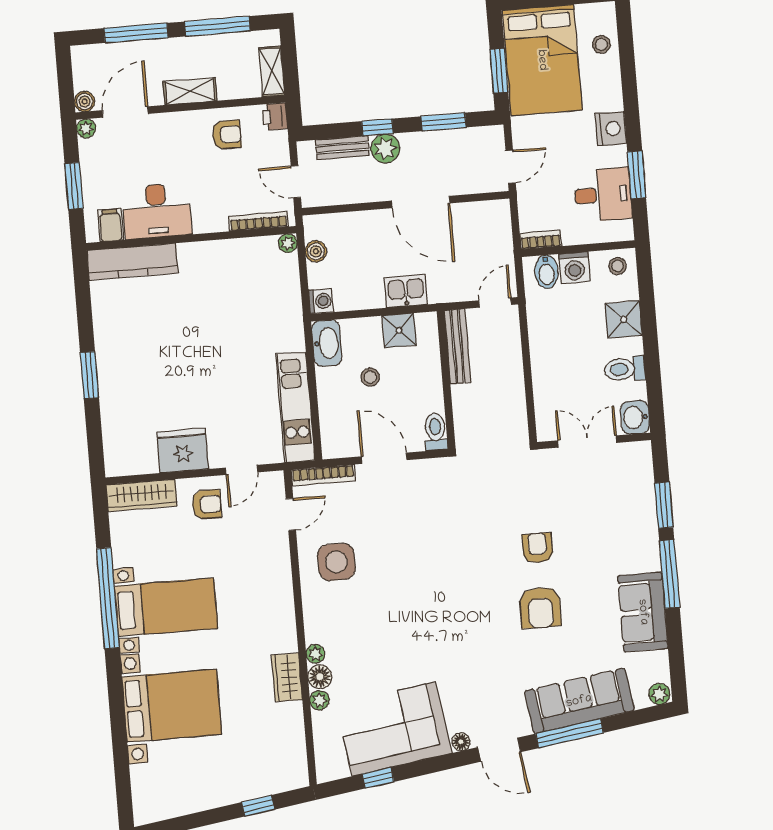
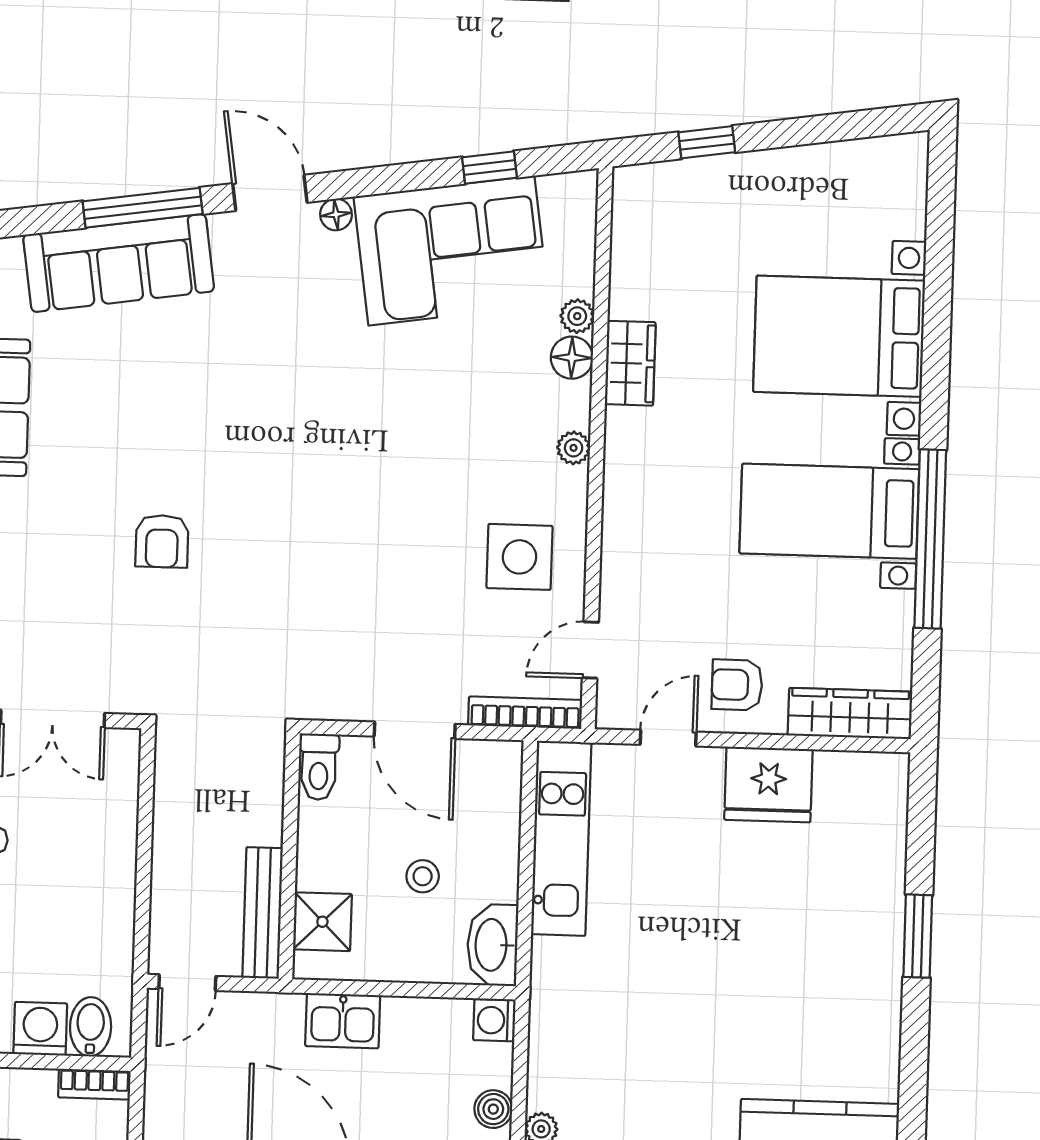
shower: (399, 330) -> (322, 922), moved
armchair: (540, 607) -> (169, 435), removed
plant: (315, 654) -> (574, 448), moved

